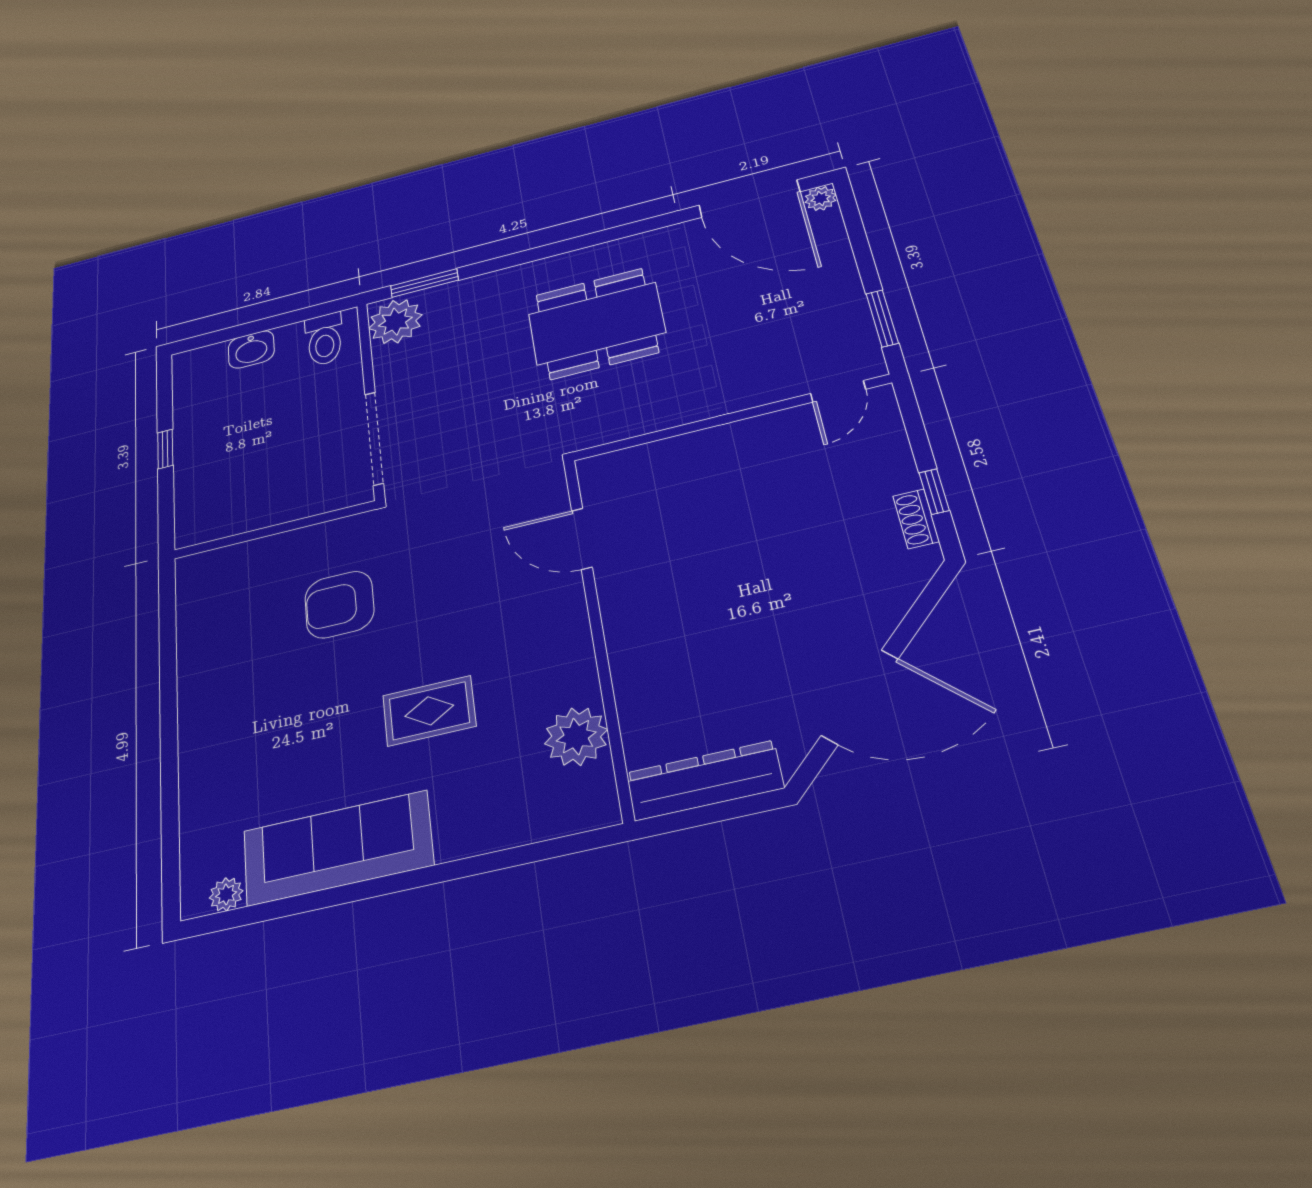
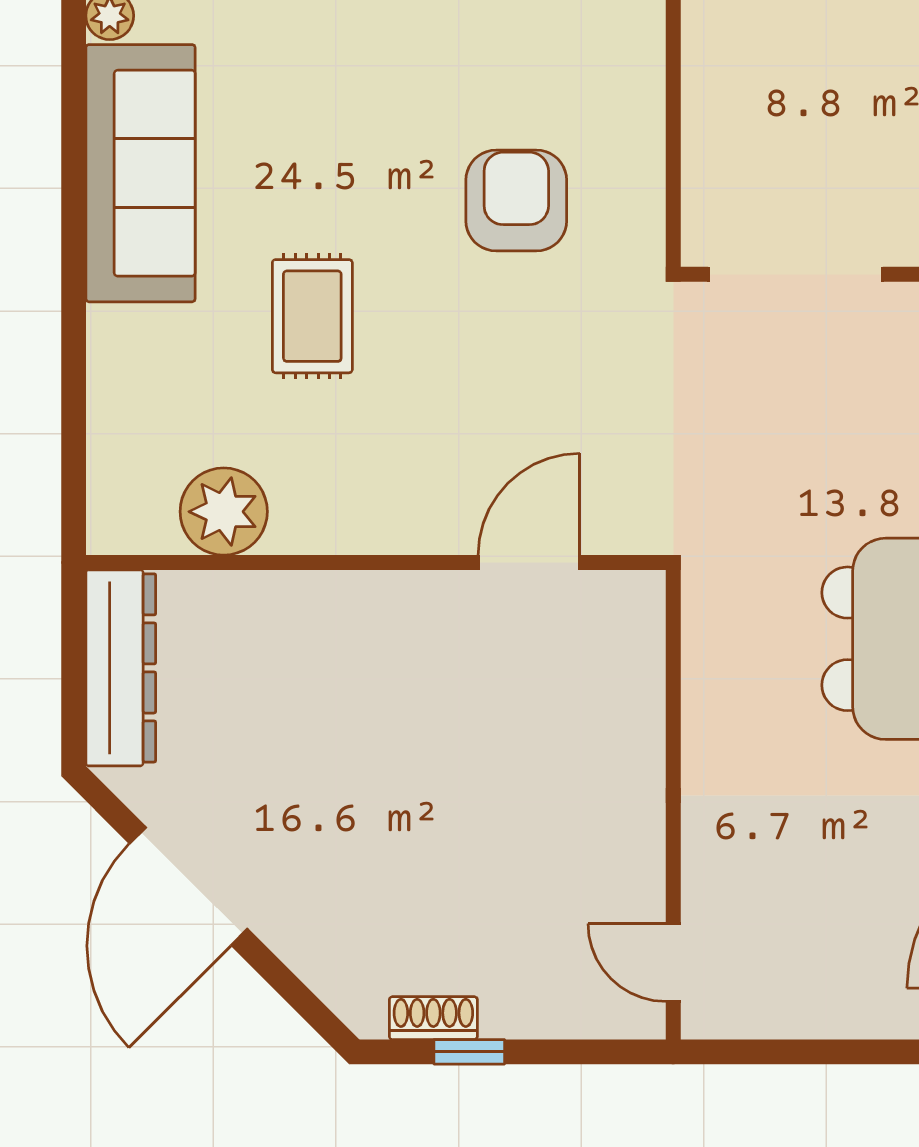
window: (882, 318) -> (783, 1052), removed

